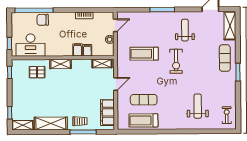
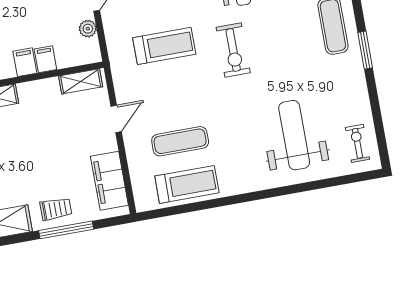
treadmill: (144, 54) -> (164, 46), turned 180
weight bench: (198, 106) -> (294, 135), width x1.36, depth x1.33
treadmill: (143, 120) -> (187, 184), turned 180

